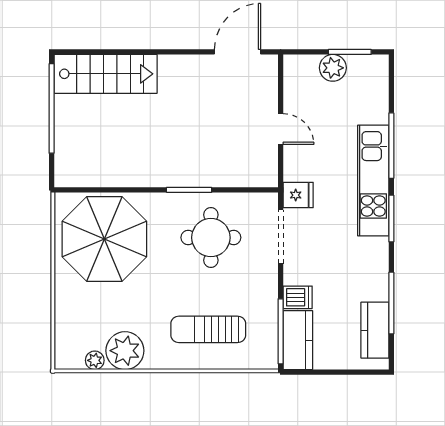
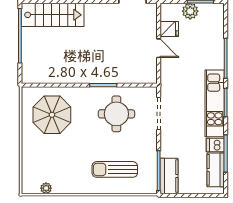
kitchen unit: (373, 180) -> (215, 103), moved
fridge: (298, 195) -> (169, 29), moved
parasol: (104, 239) -> (52, 115), width x0.73, depth x0.73
dishwasher: (298, 297) -> (215, 145), moved, turned 180
plant: (125, 351) -> (64, 182), removed

